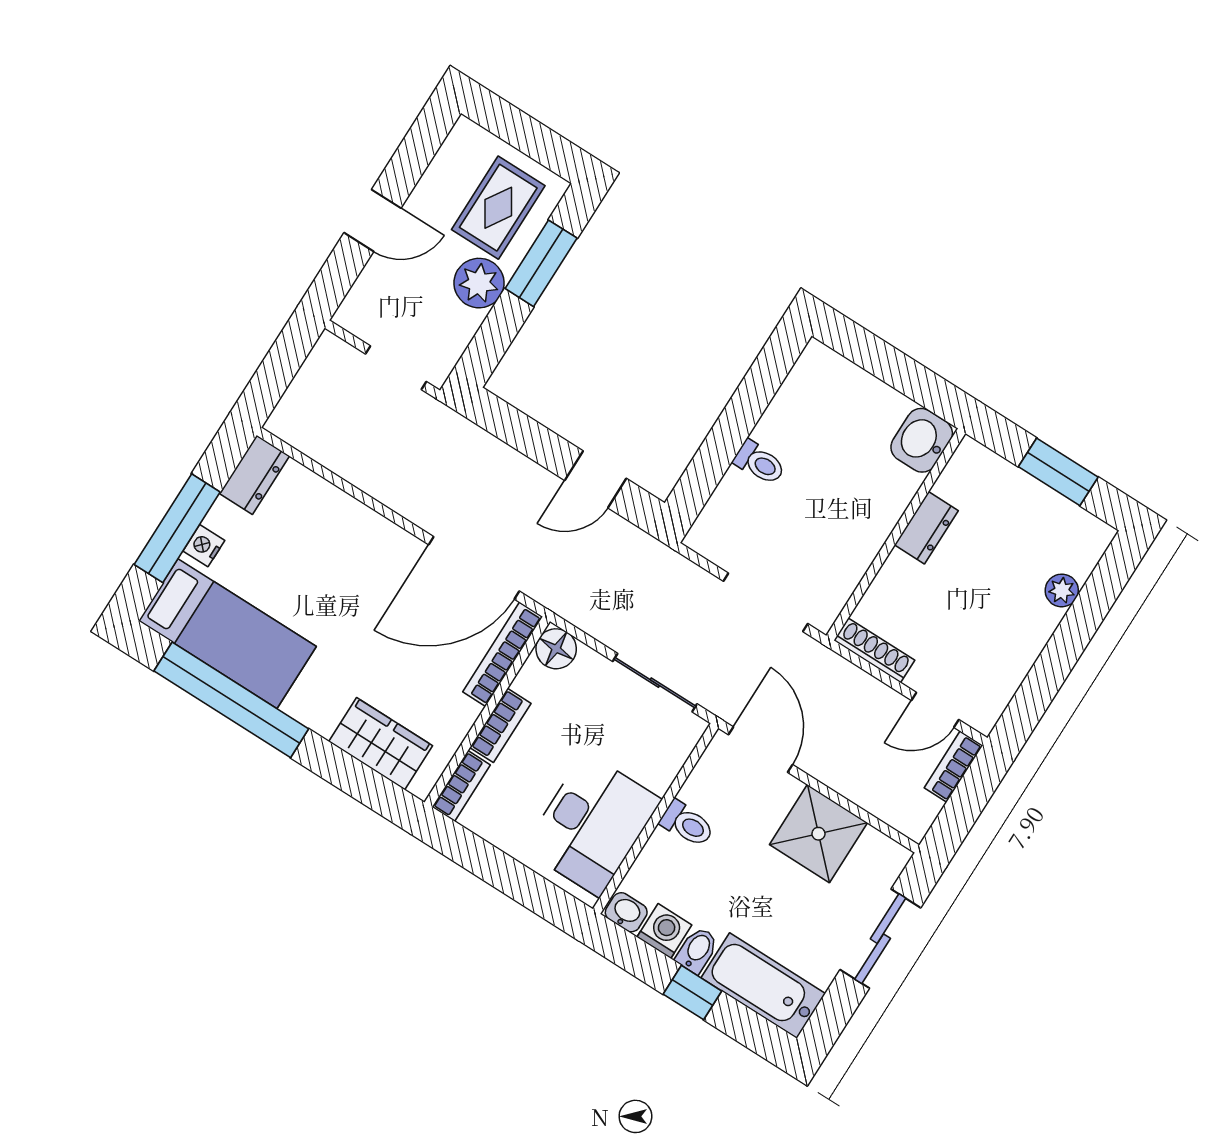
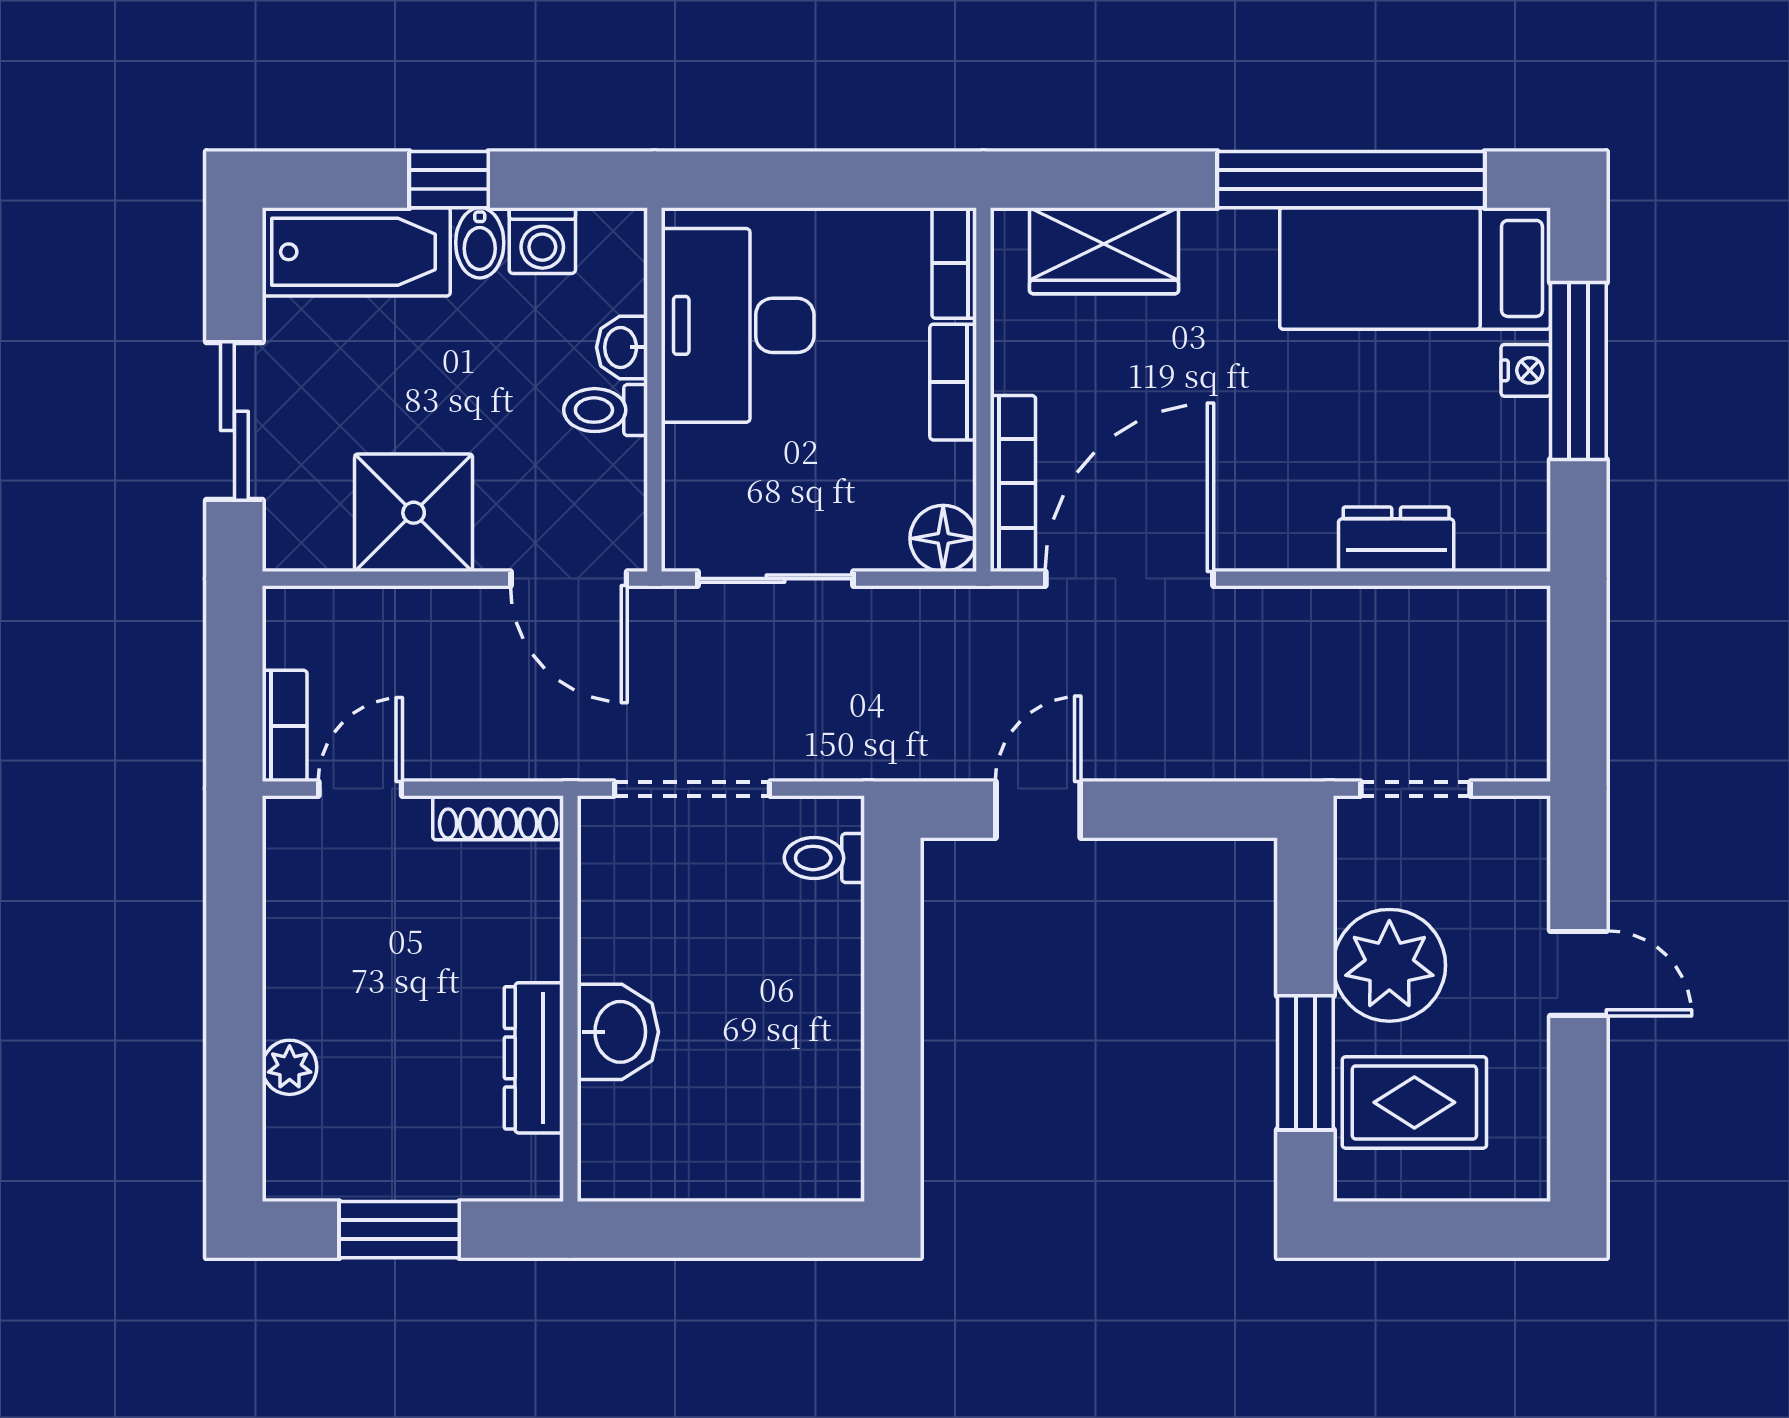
rug: (498, 208) -> (1414, 1102), turned 90
door: (373, 220) -> (1578, 973), swing flipped
plant: (479, 283) -> (1389, 965), width x1.36, depth x1.36
washbasin: (922, 440) -> (618, 1032), moved
toilet: (759, 463) -> (824, 858), moved
dresser: (254, 475) -> (1396, 539), moved, turned 90
dresser: (926, 528) -> (534, 1058), width x1.44
washbasin: (626, 912) -> (622, 347), moved, turned 90

